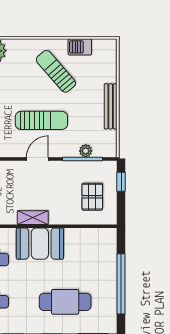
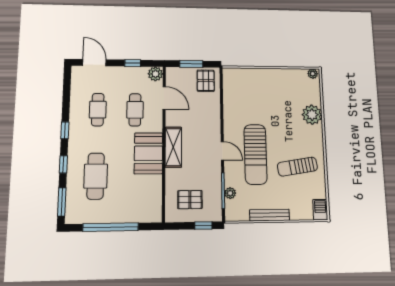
barbecue: (80, 47) -> (320, 210), moved
sun lounger: (56, 71) -> (297, 167), turned -148
sun lounger: (41, 120) -> (255, 154), width x1.36, depth x1.34
shelving: (33, 218) -> (173, 147), width x1.50, depth x1.33

